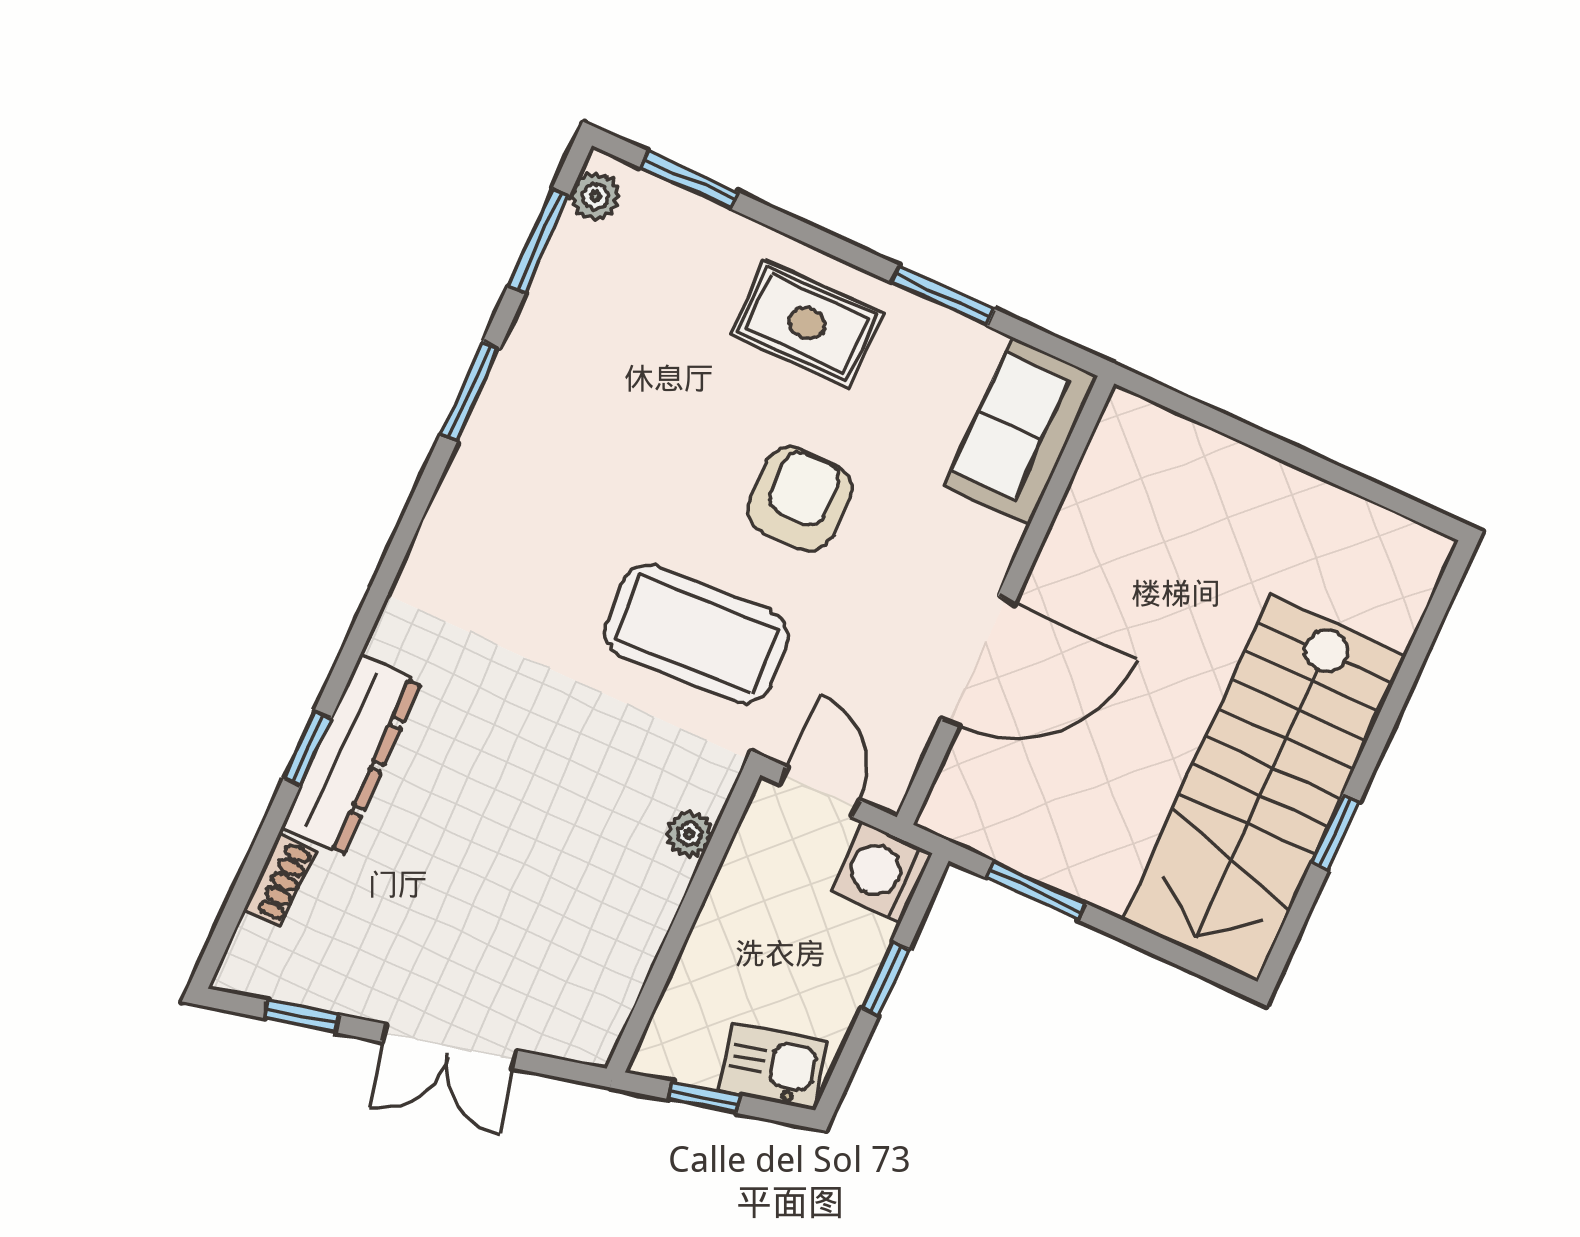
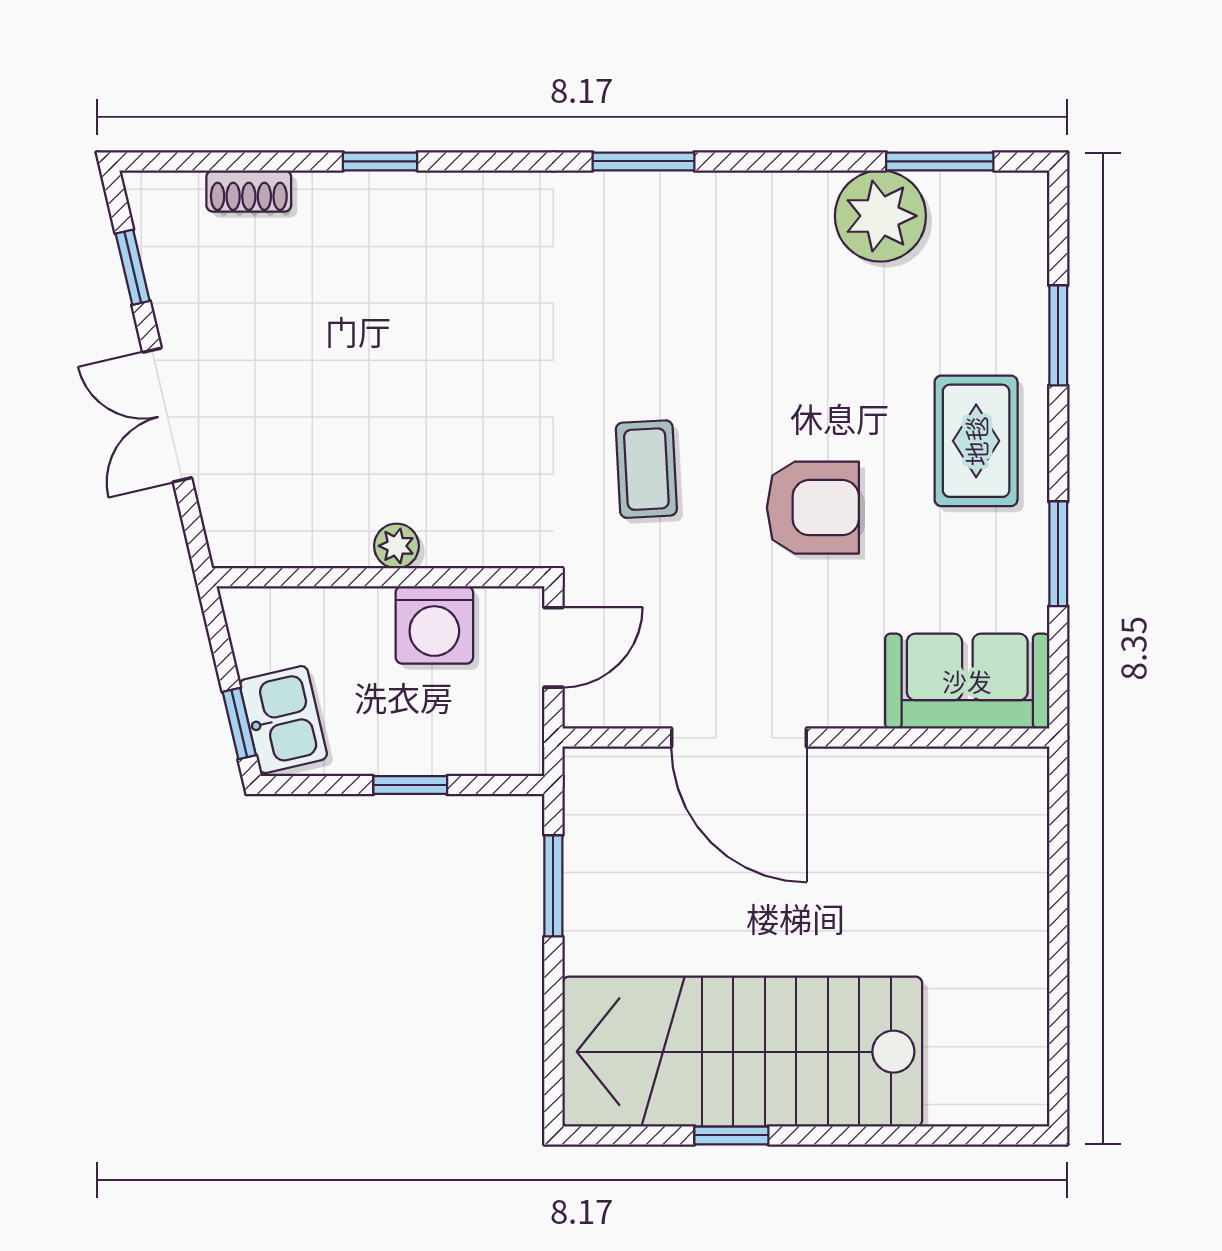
window: (689, 180) -> (1058, 335), moved
plant: (595, 196) -> (880, 216), moved, width x1.87, depth x1.87
window: (470, 391) -> (643, 161), moved
coffee table: (696, 634) -> (646, 469), width x0.54, depth x0.58
dresser: (351, 755) -> (392, 205), removed
plant: (689, 834) -> (396, 546), moved
washing machine: (881, 872) -> (434, 625), moved, turned 180
window: (704, 1097) -> (239, 724), moved

